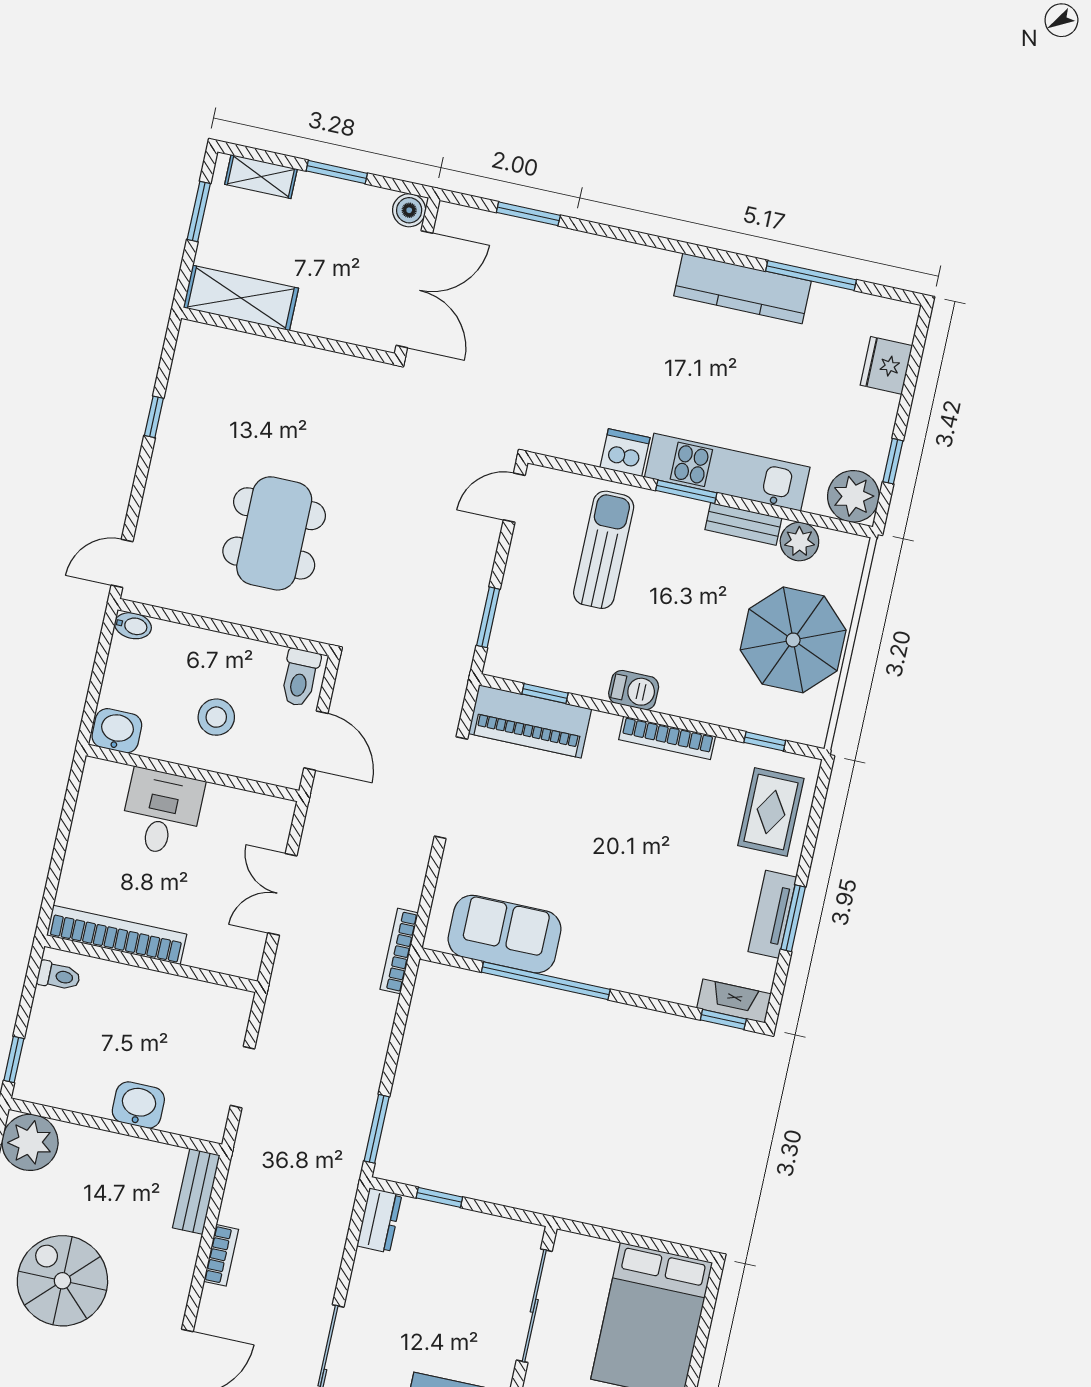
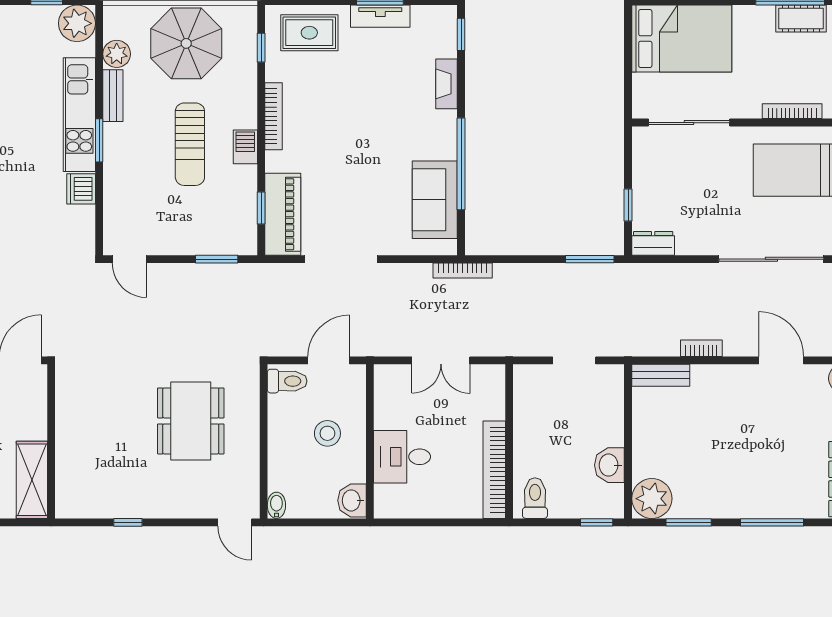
dining table: (274, 533) -> (191, 421), turned 90
sun lounger: (604, 550) -> (190, 144), moved, turned -90
toilet: (59, 976) -> (535, 498), width x1.37, depth x1.39
fireplace: (734, 1001) -> (447, 84), moved
washbasin: (138, 1105) -> (609, 465), moved
spiral stairs: (62, 1281) -> (743, 455), removed

